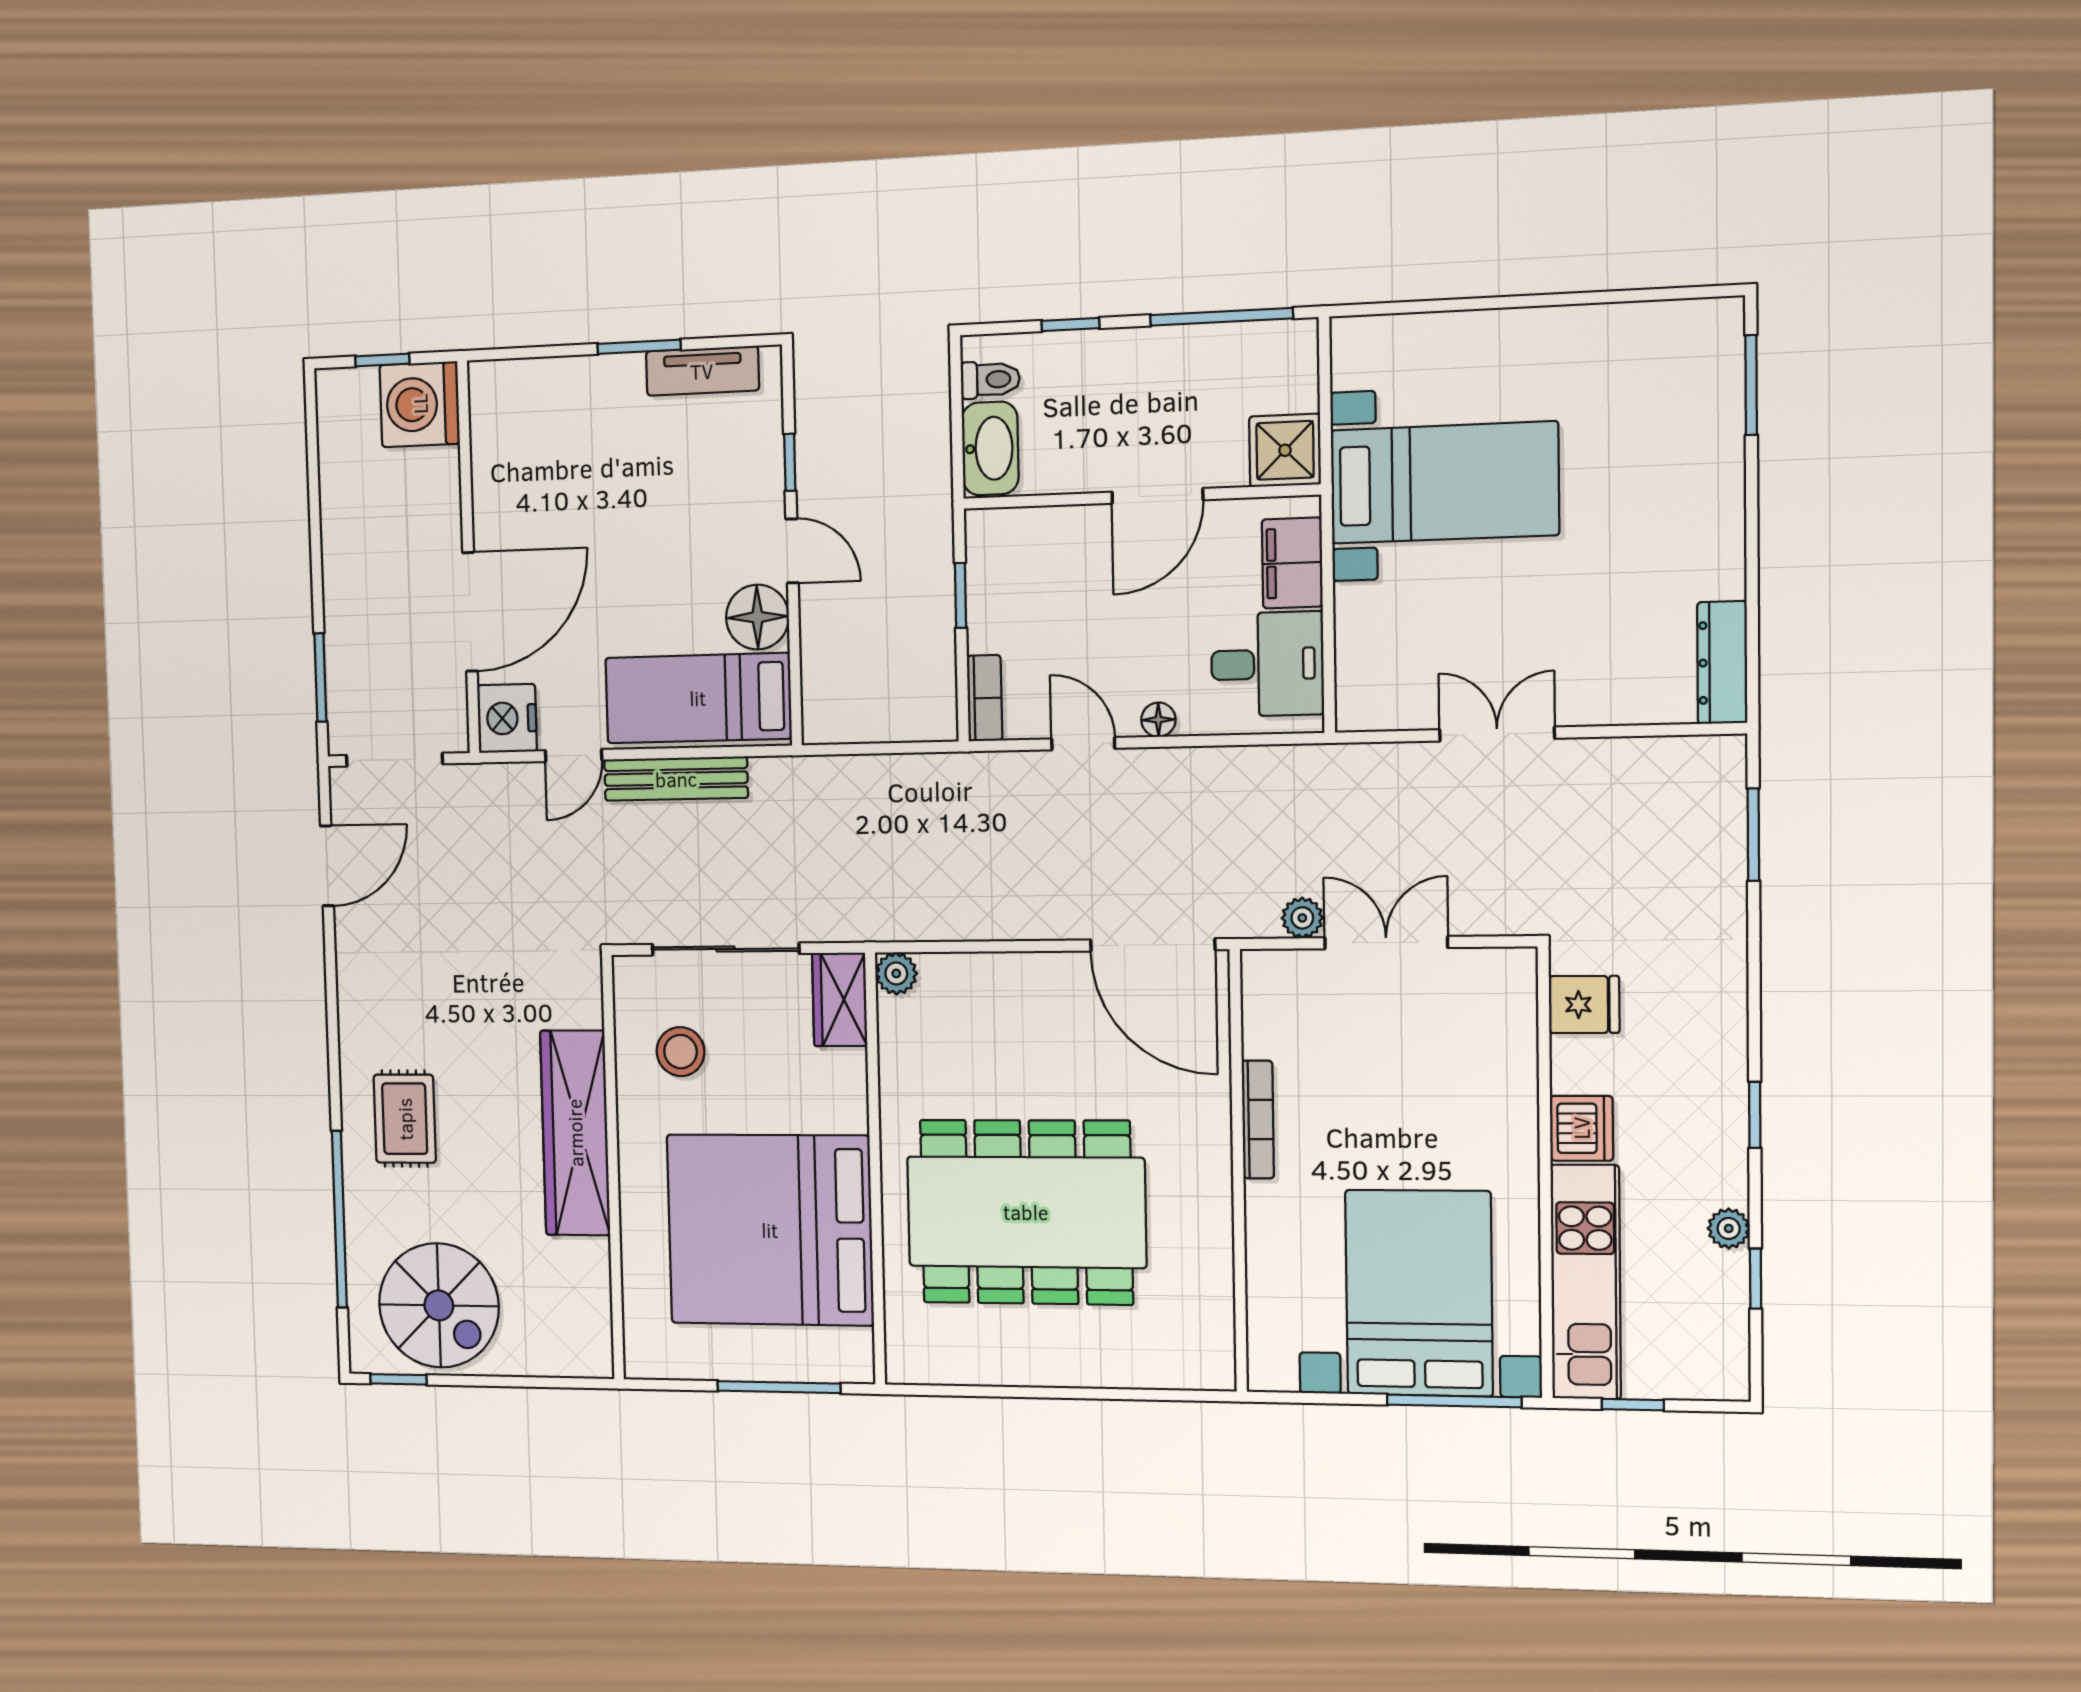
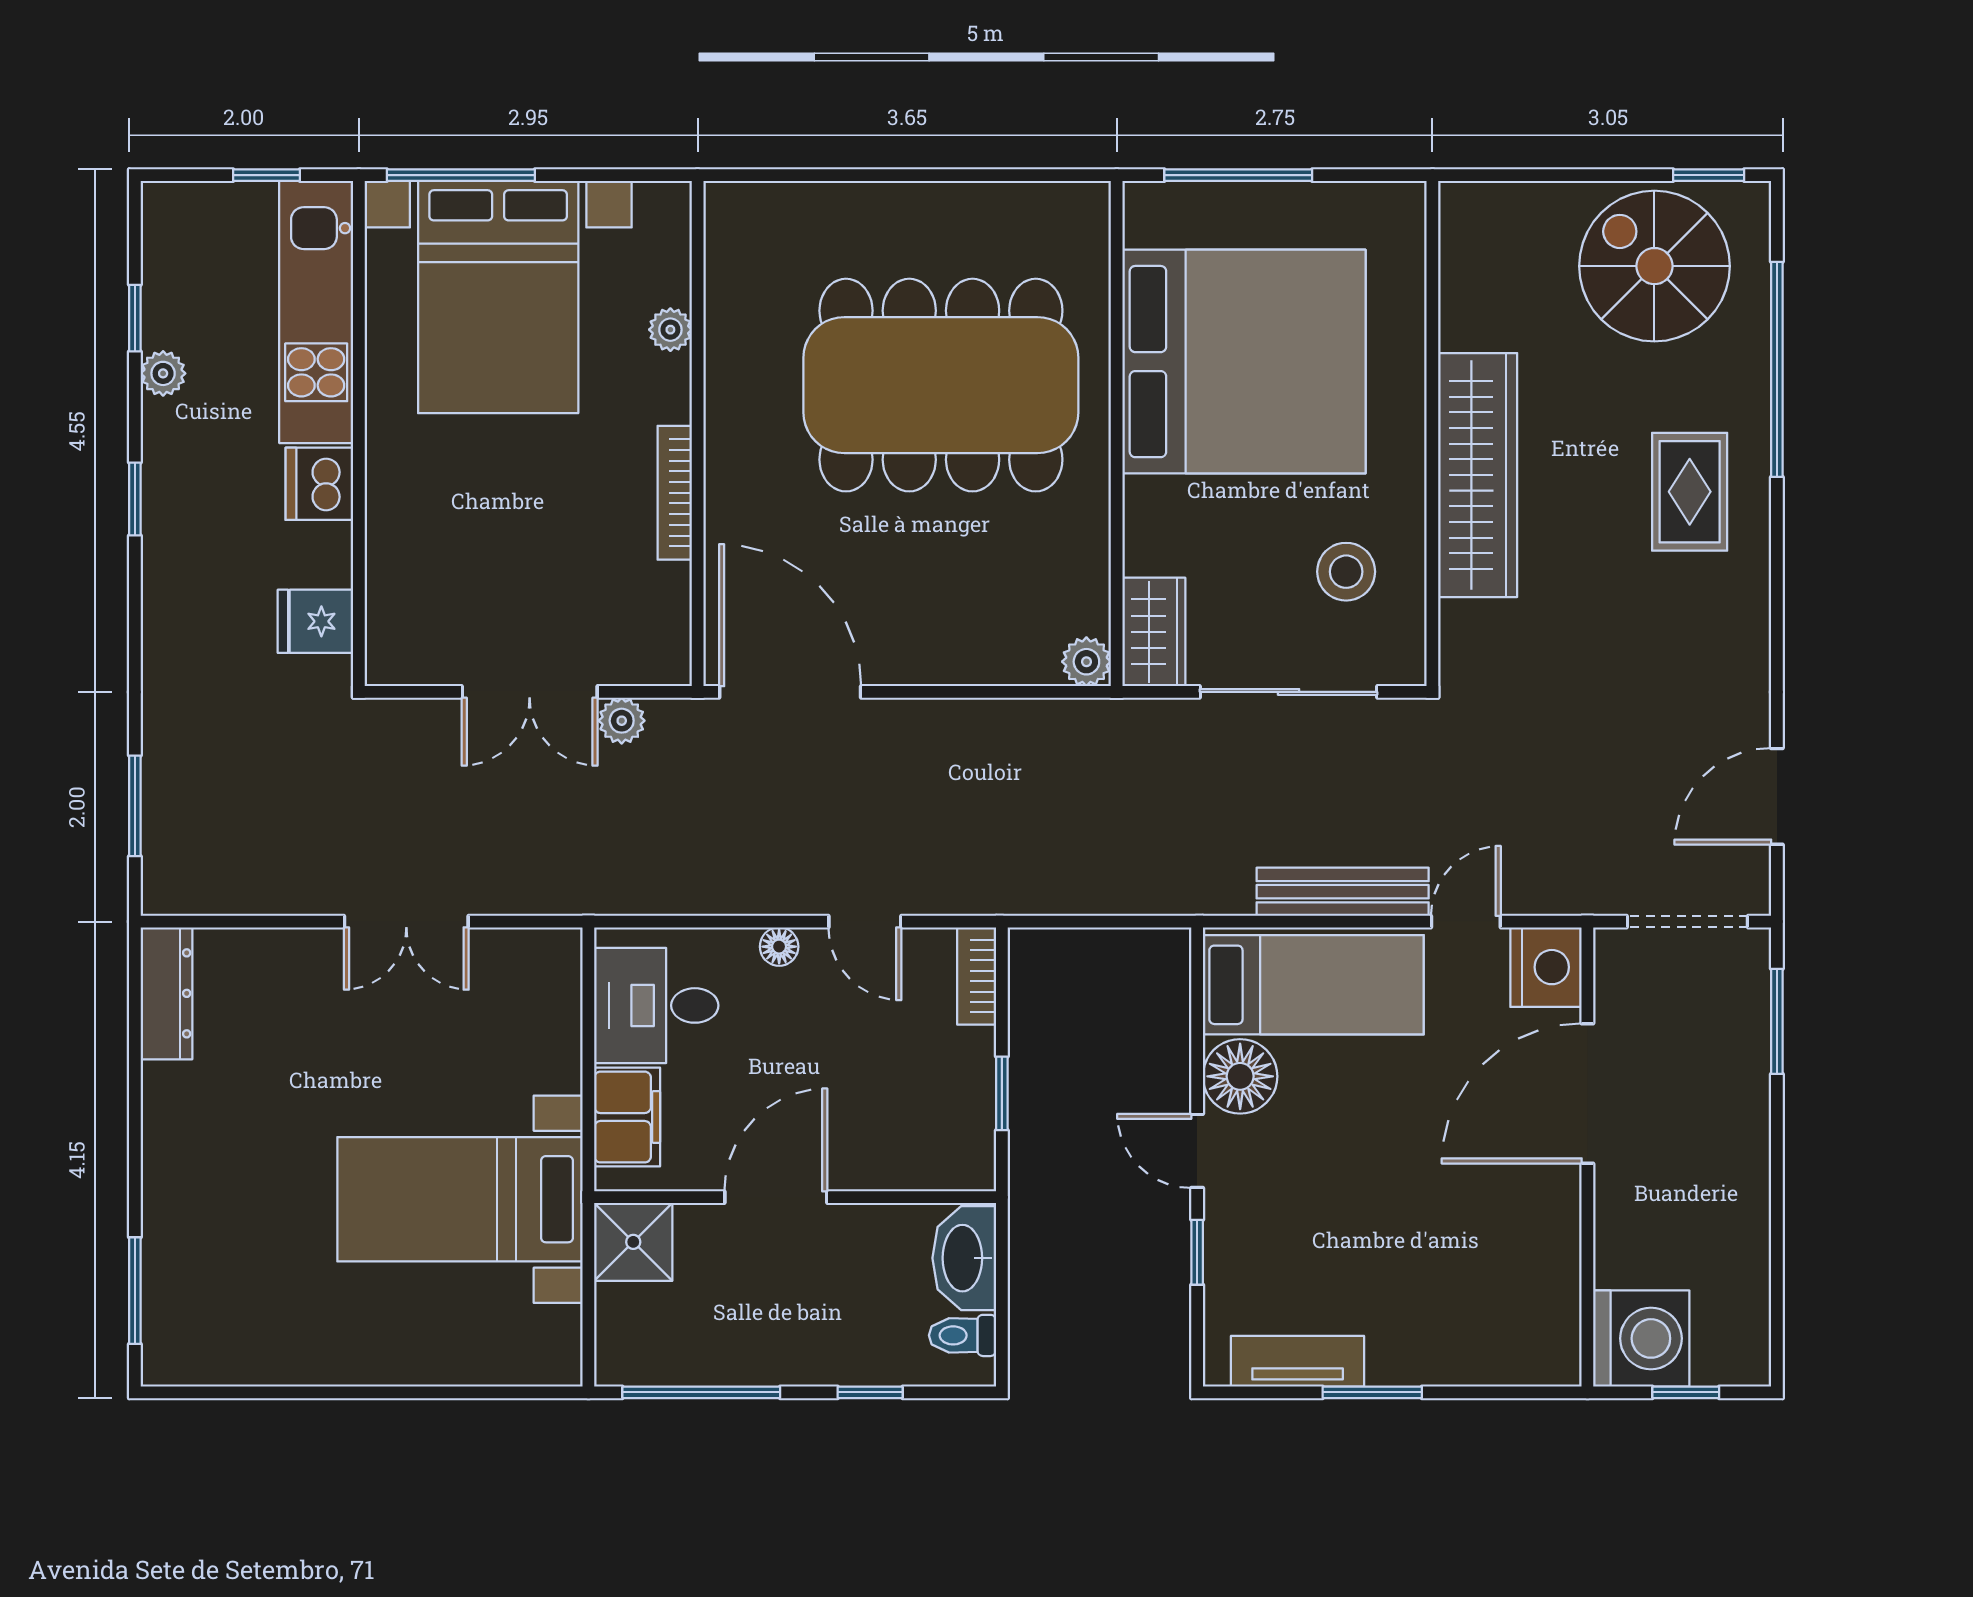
plant: (1264, 1263) -> (670, 330), added

